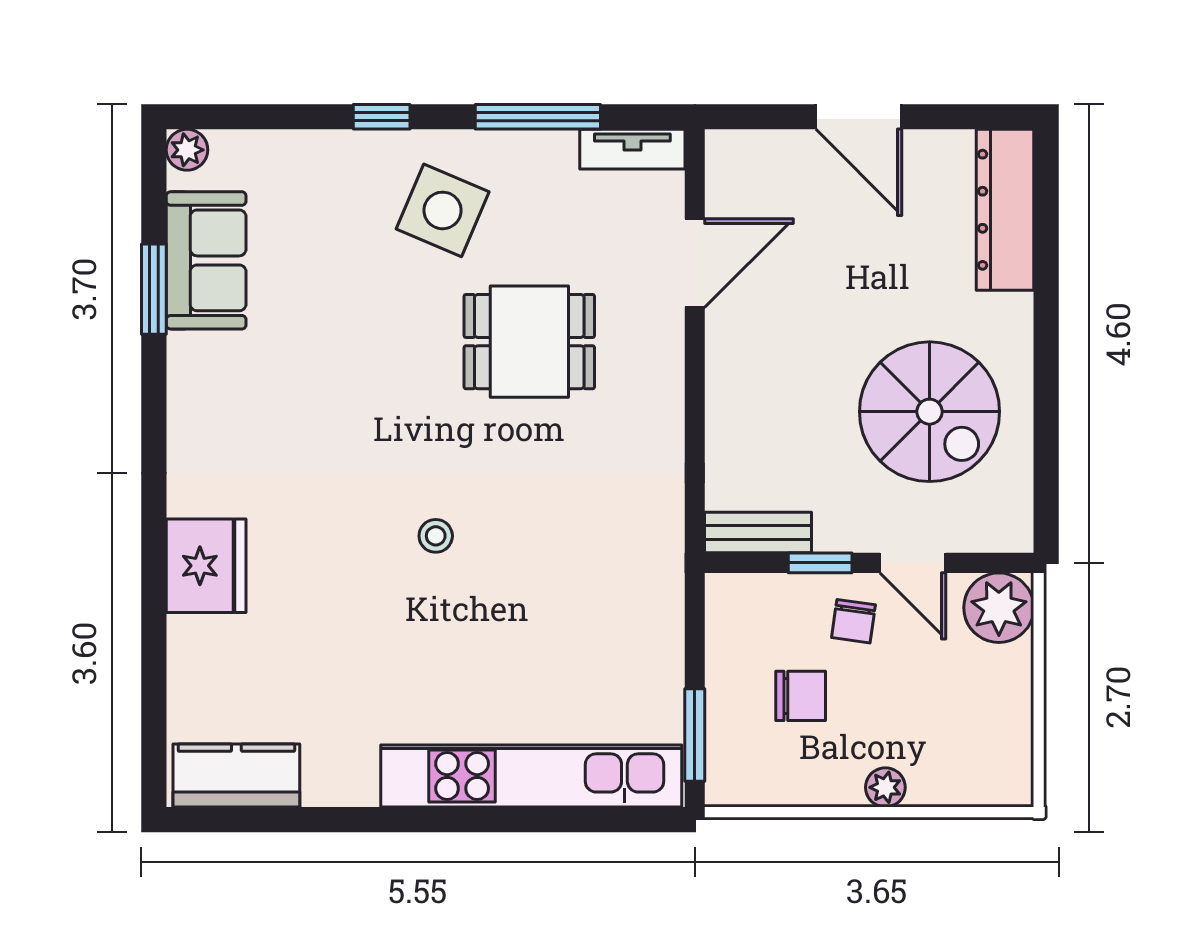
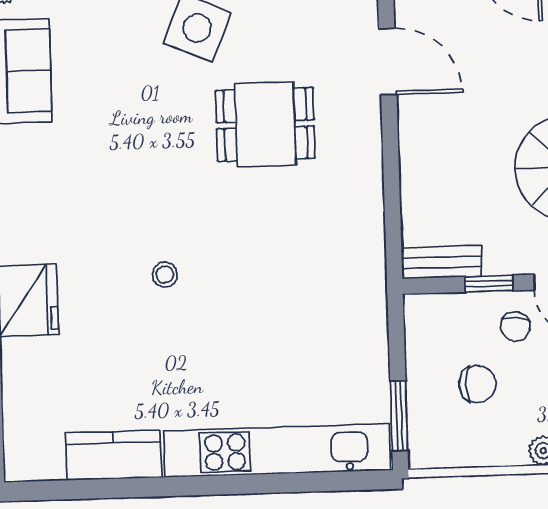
door: (695, 263) -> (388, 62), hinge flipped
stool: (436, 536) -> (165, 275), moved
kitchen counter: (236, 775) -> (114, 455), moved

